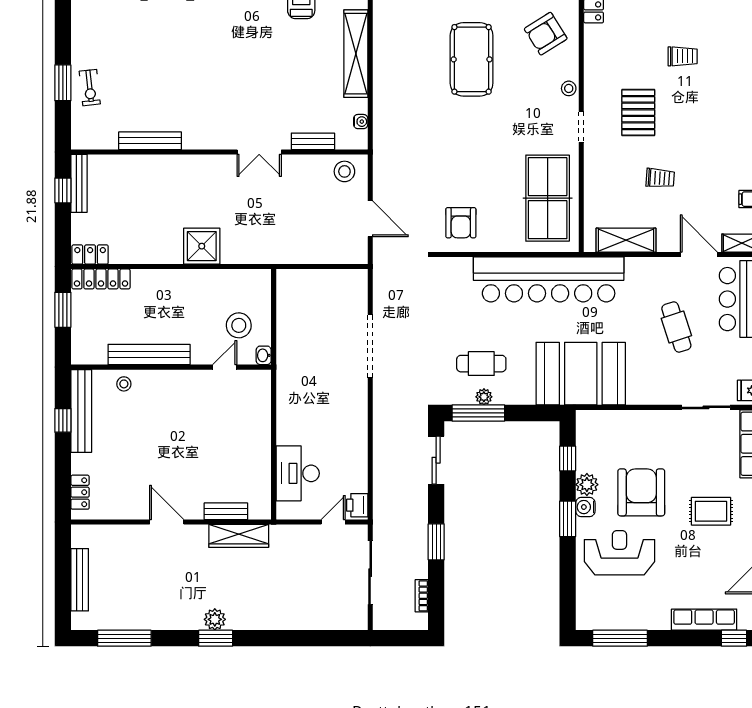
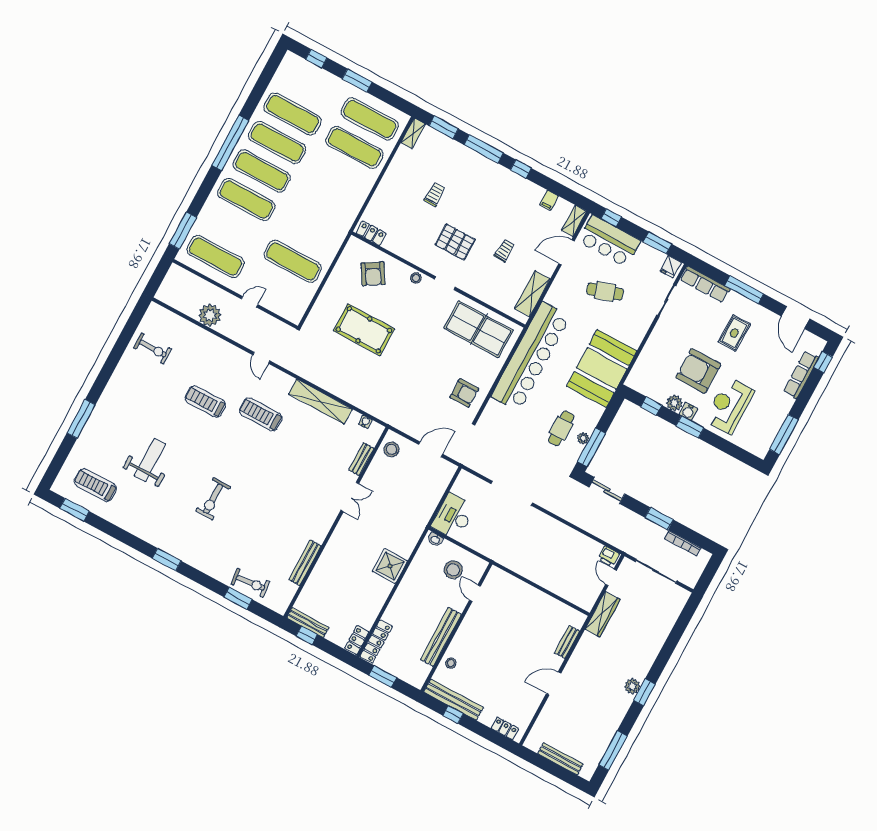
exercise bike: (90, 88) -> (250, 583), width x1.38, depth x1.39
washbasin: (264, 355) -> (435, 540), moved
desk: (298, 473) -> (453, 517), moved, turned 90
wardrobe: (239, 536) -> (603, 614), moved
bookcase: (422, 596) -> (683, 543), width x1.56

